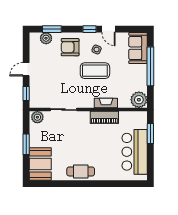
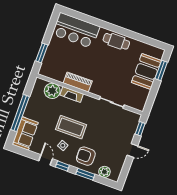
window: (52, 29) -> (85, 174), moved
armchair: (70, 47) -> (86, 156), turned 180
plant: (139, 100) -> (52, 91), moved
plant: (37, 117) -> (138, 104), removed
window: (26, 144) -> (161, 70), moved
bar counter: (135, 152) -> (76, 30), moved, turned 90
booth: (40, 164) -> (146, 71), moved

